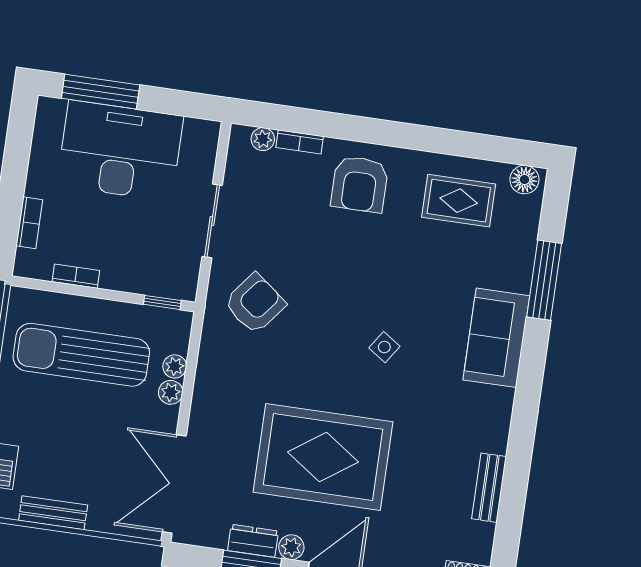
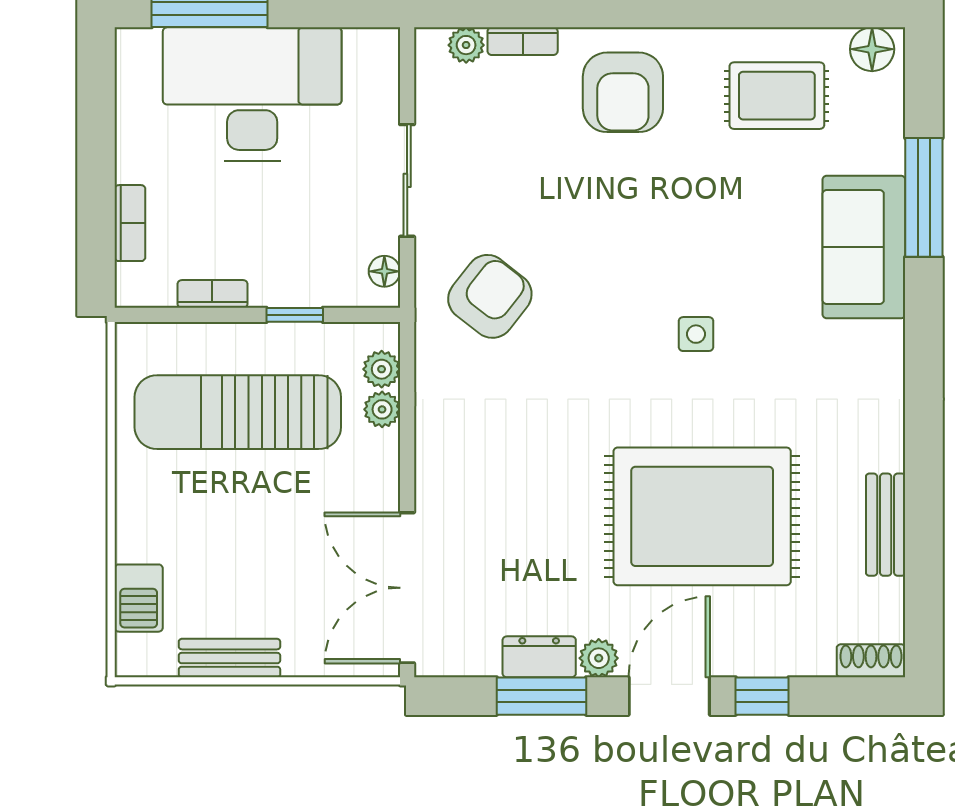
floor lamp: (189, 278) -> (384, 271), added
window: (162, 302) -> (295, 315), moved
sofa: (496, 338) -> (864, 247), moved
side table: (384, 347) -> (696, 334), turned -34
plant: (171, 392) -> (382, 369), moved
rug: (323, 457) -> (702, 516), moved

